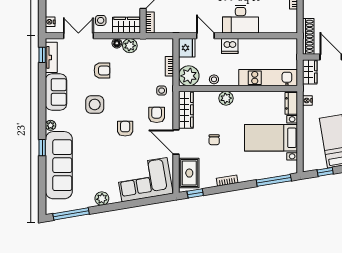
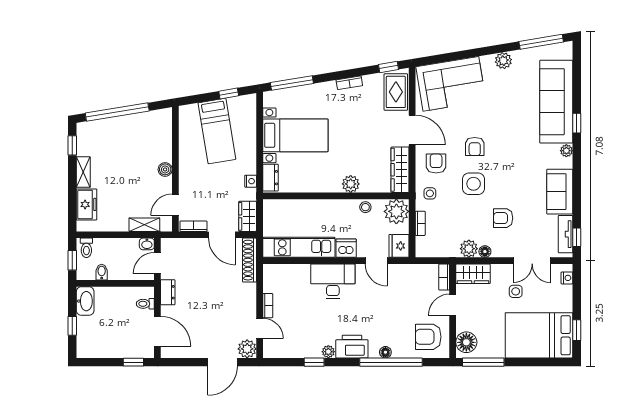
side table: (101, 20) -> (516, 291), moved
kitchen unit: (268, 78) -> (299, 247), moved, turned 180
side table: (95, 104) -> (474, 184), moved
armchair: (157, 115) -> (436, 164), turned 180
chair: (214, 140) -> (365, 133), removed

